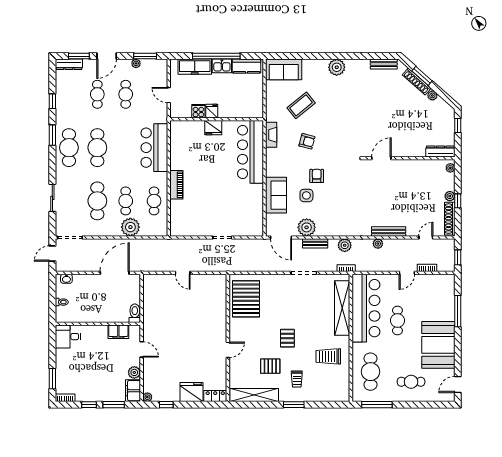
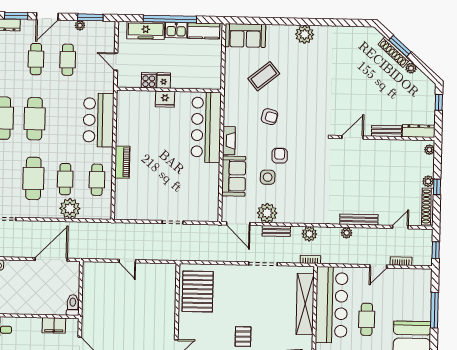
bench: (384, 64) -> (387, 131), moved
fireplace: (271, 135) -> (229, 141), moved

